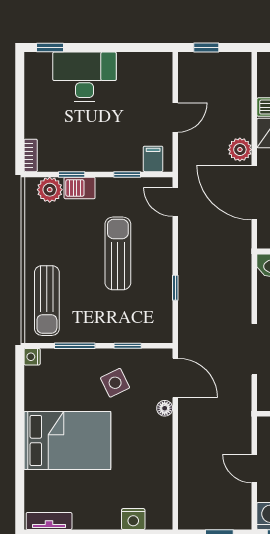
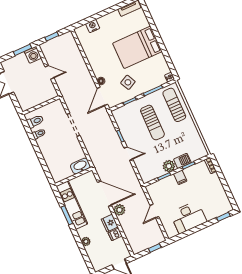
desk: (84, 77) -> (188, 217), moved
filing cabinet: (153, 159) -> (180, 177), moved
plant: (50, 190) -> (169, 166), moved
door: (175, 202) -> (128, 154), moved
sun lounger: (118, 253) -> (152, 123), moved
door: (175, 378) -> (102, 96), hinge flipped

